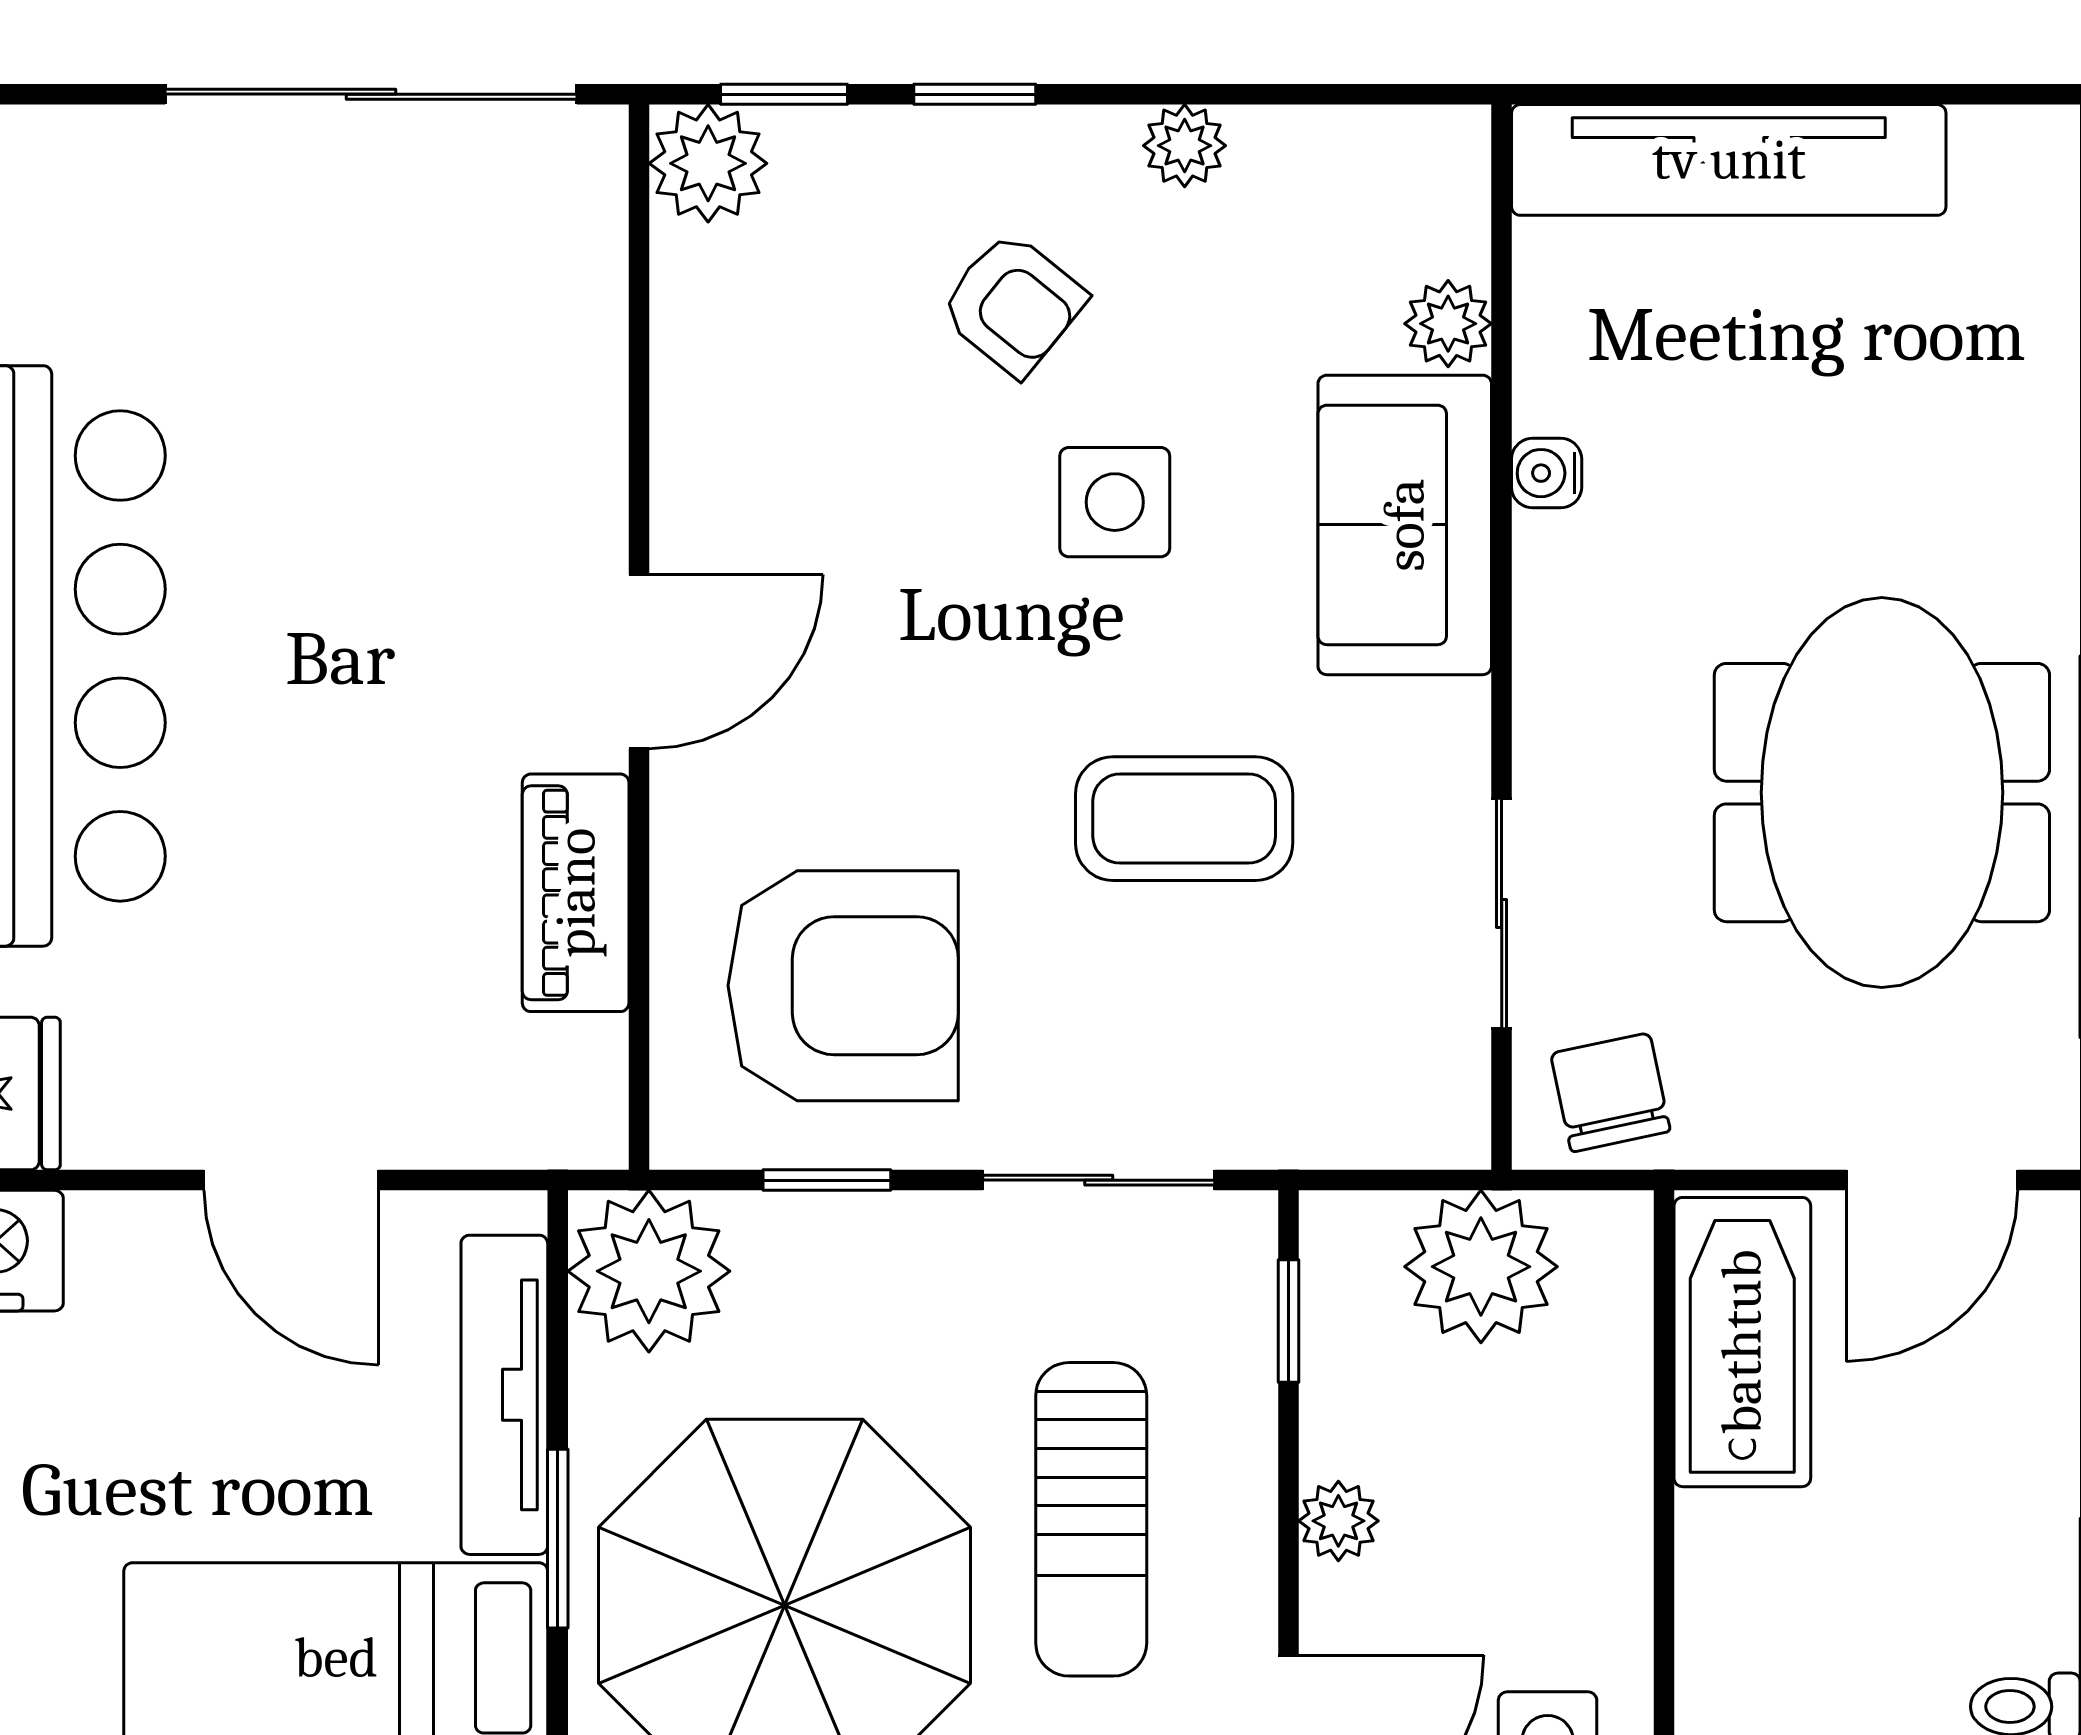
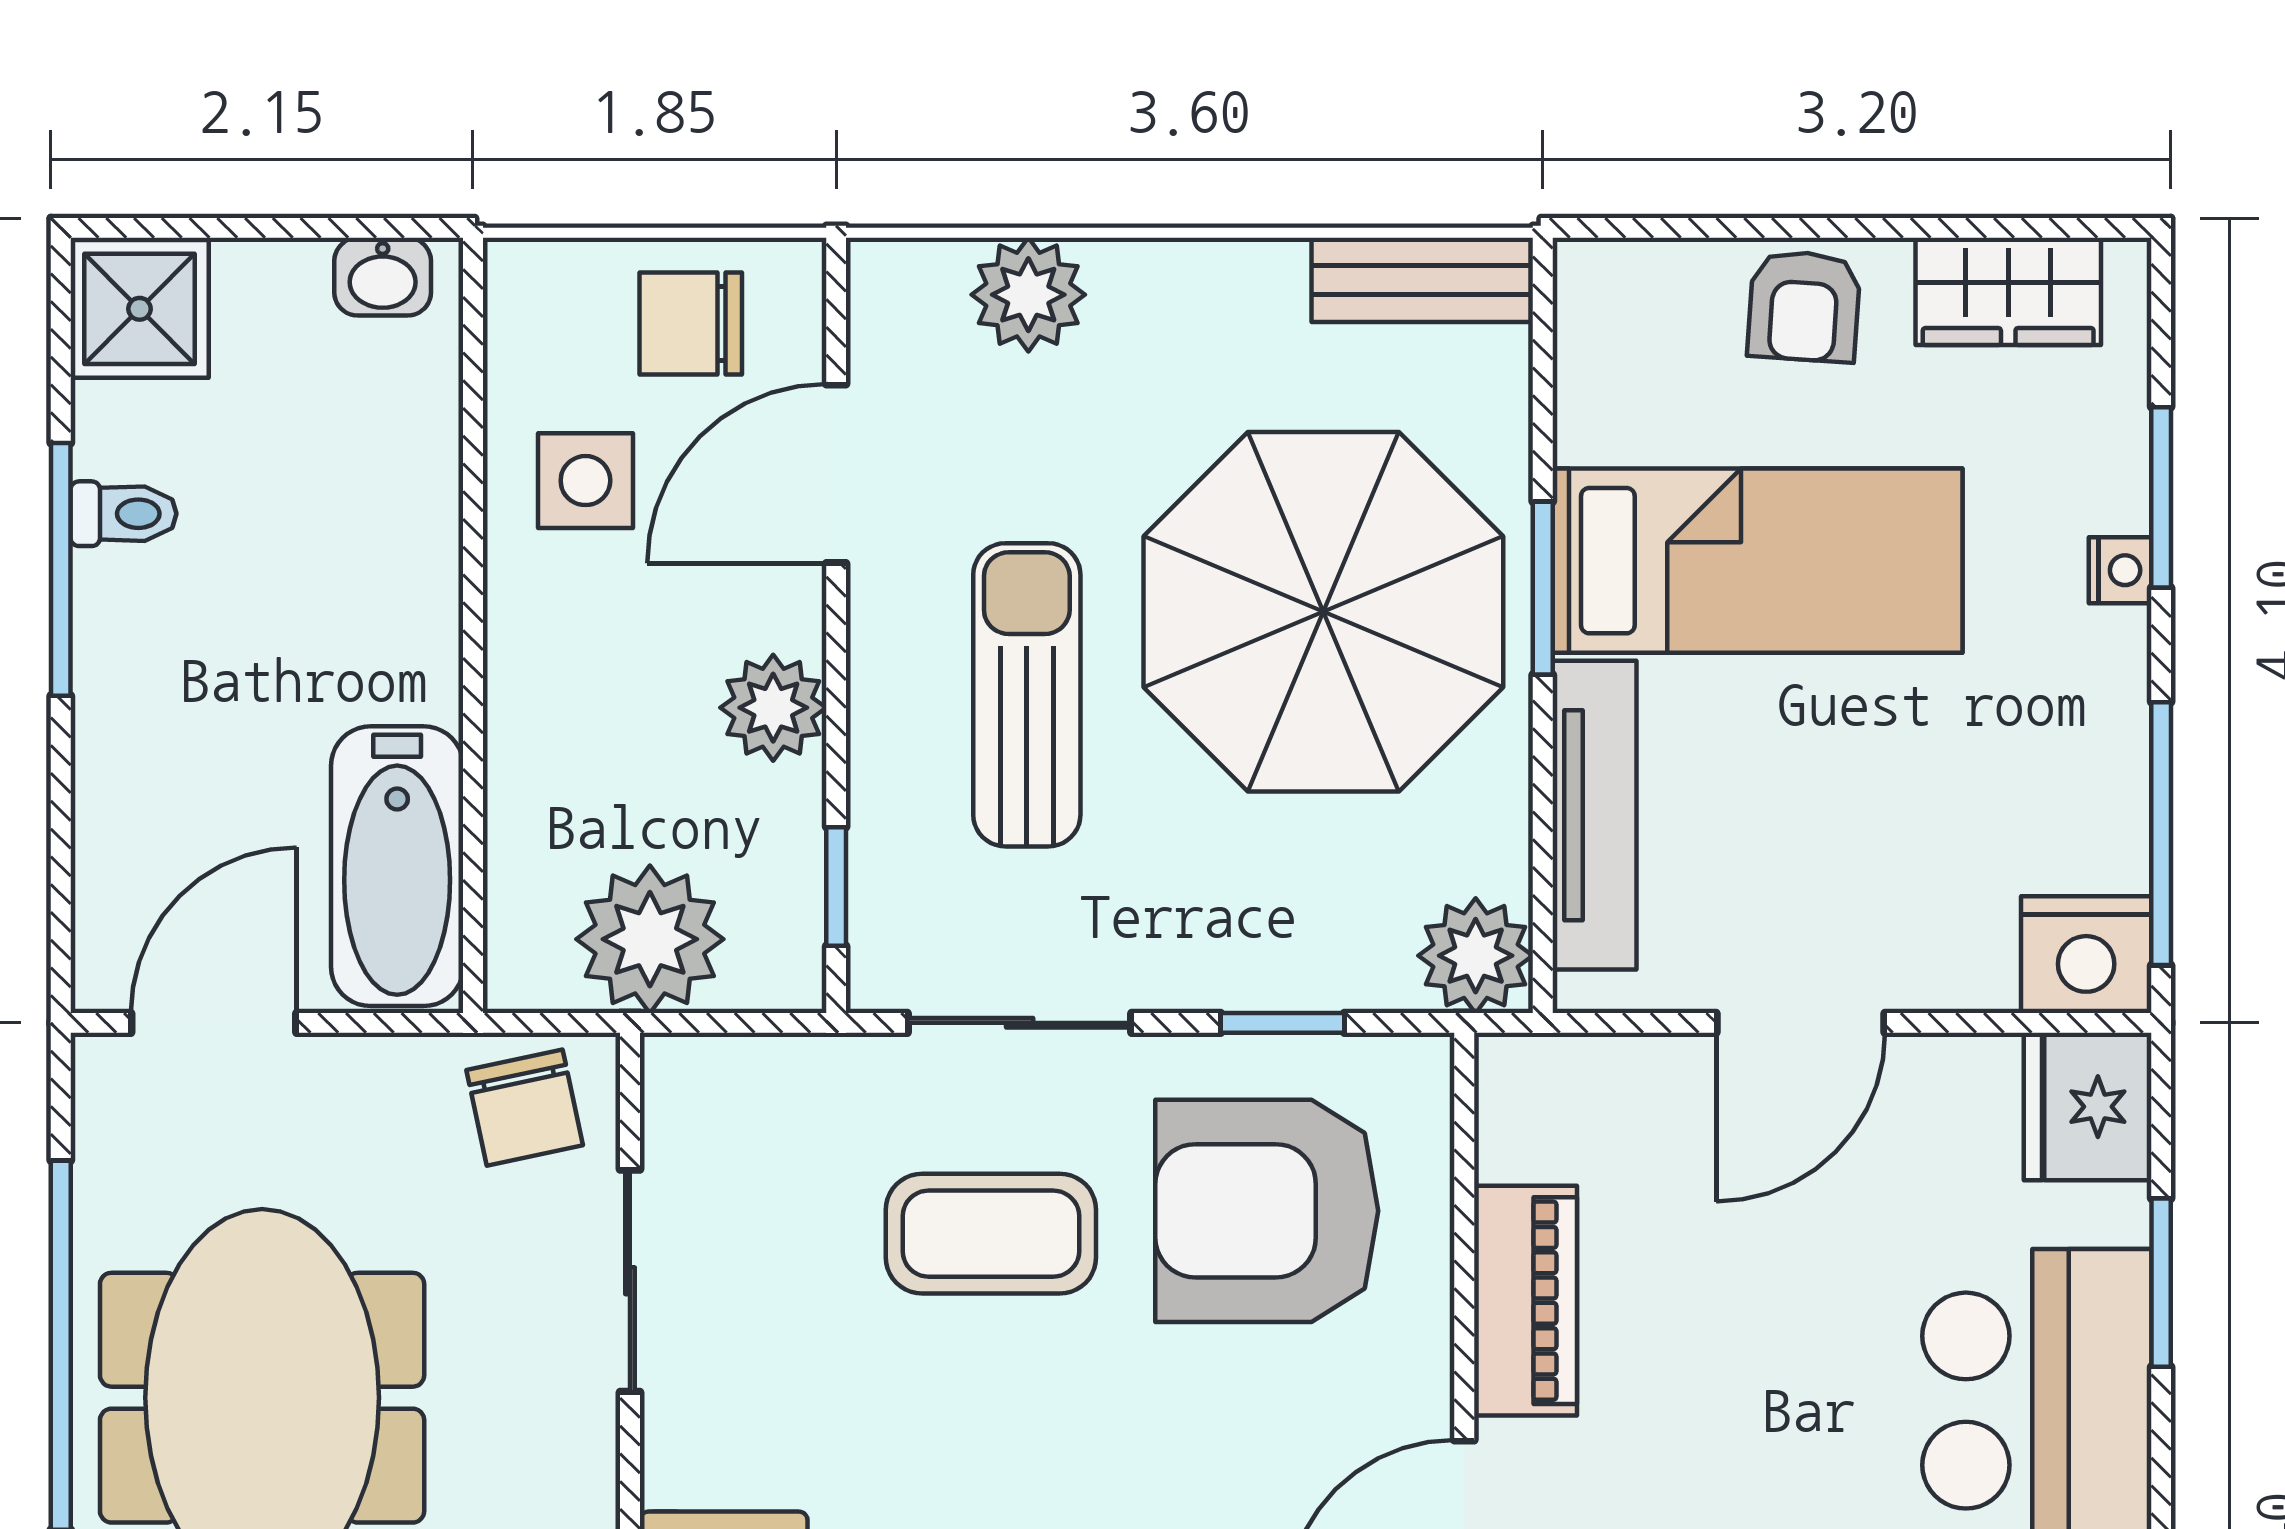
coffee table: (1184, 819) -> (991, 1234), moved
door: (291, 1180) -> (1801, 1023), swing flipped
plant: (649, 1271) -> (1476, 956), width x0.73, depth x0.73
plant: (1338, 1521) -> (773, 708), width x1.38, depth x1.38
window: (558, 1539) -> (1543, 588), moved

